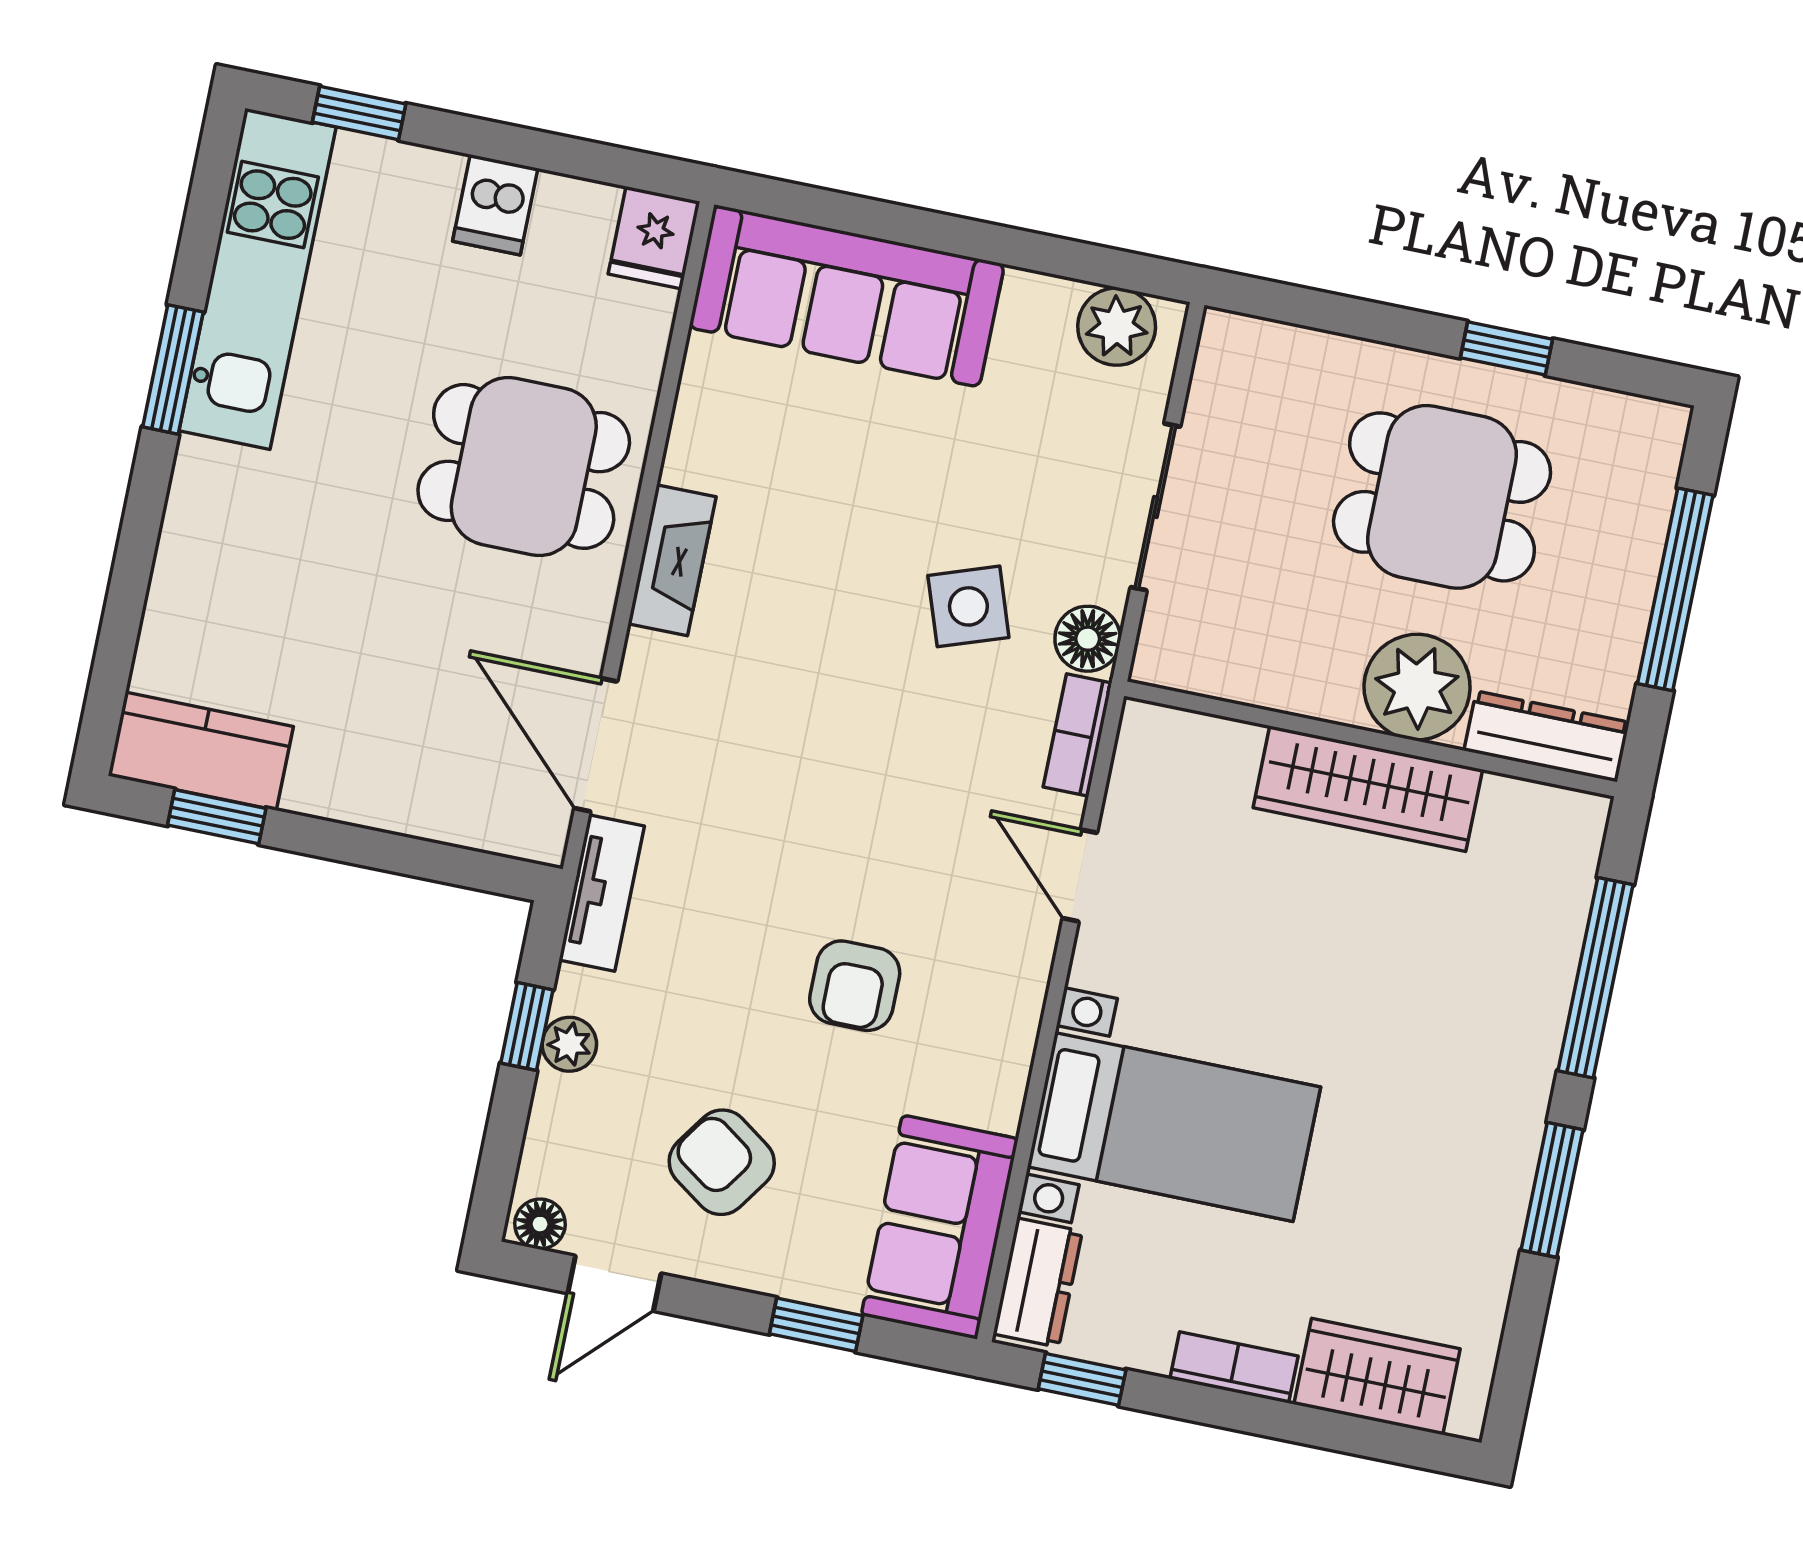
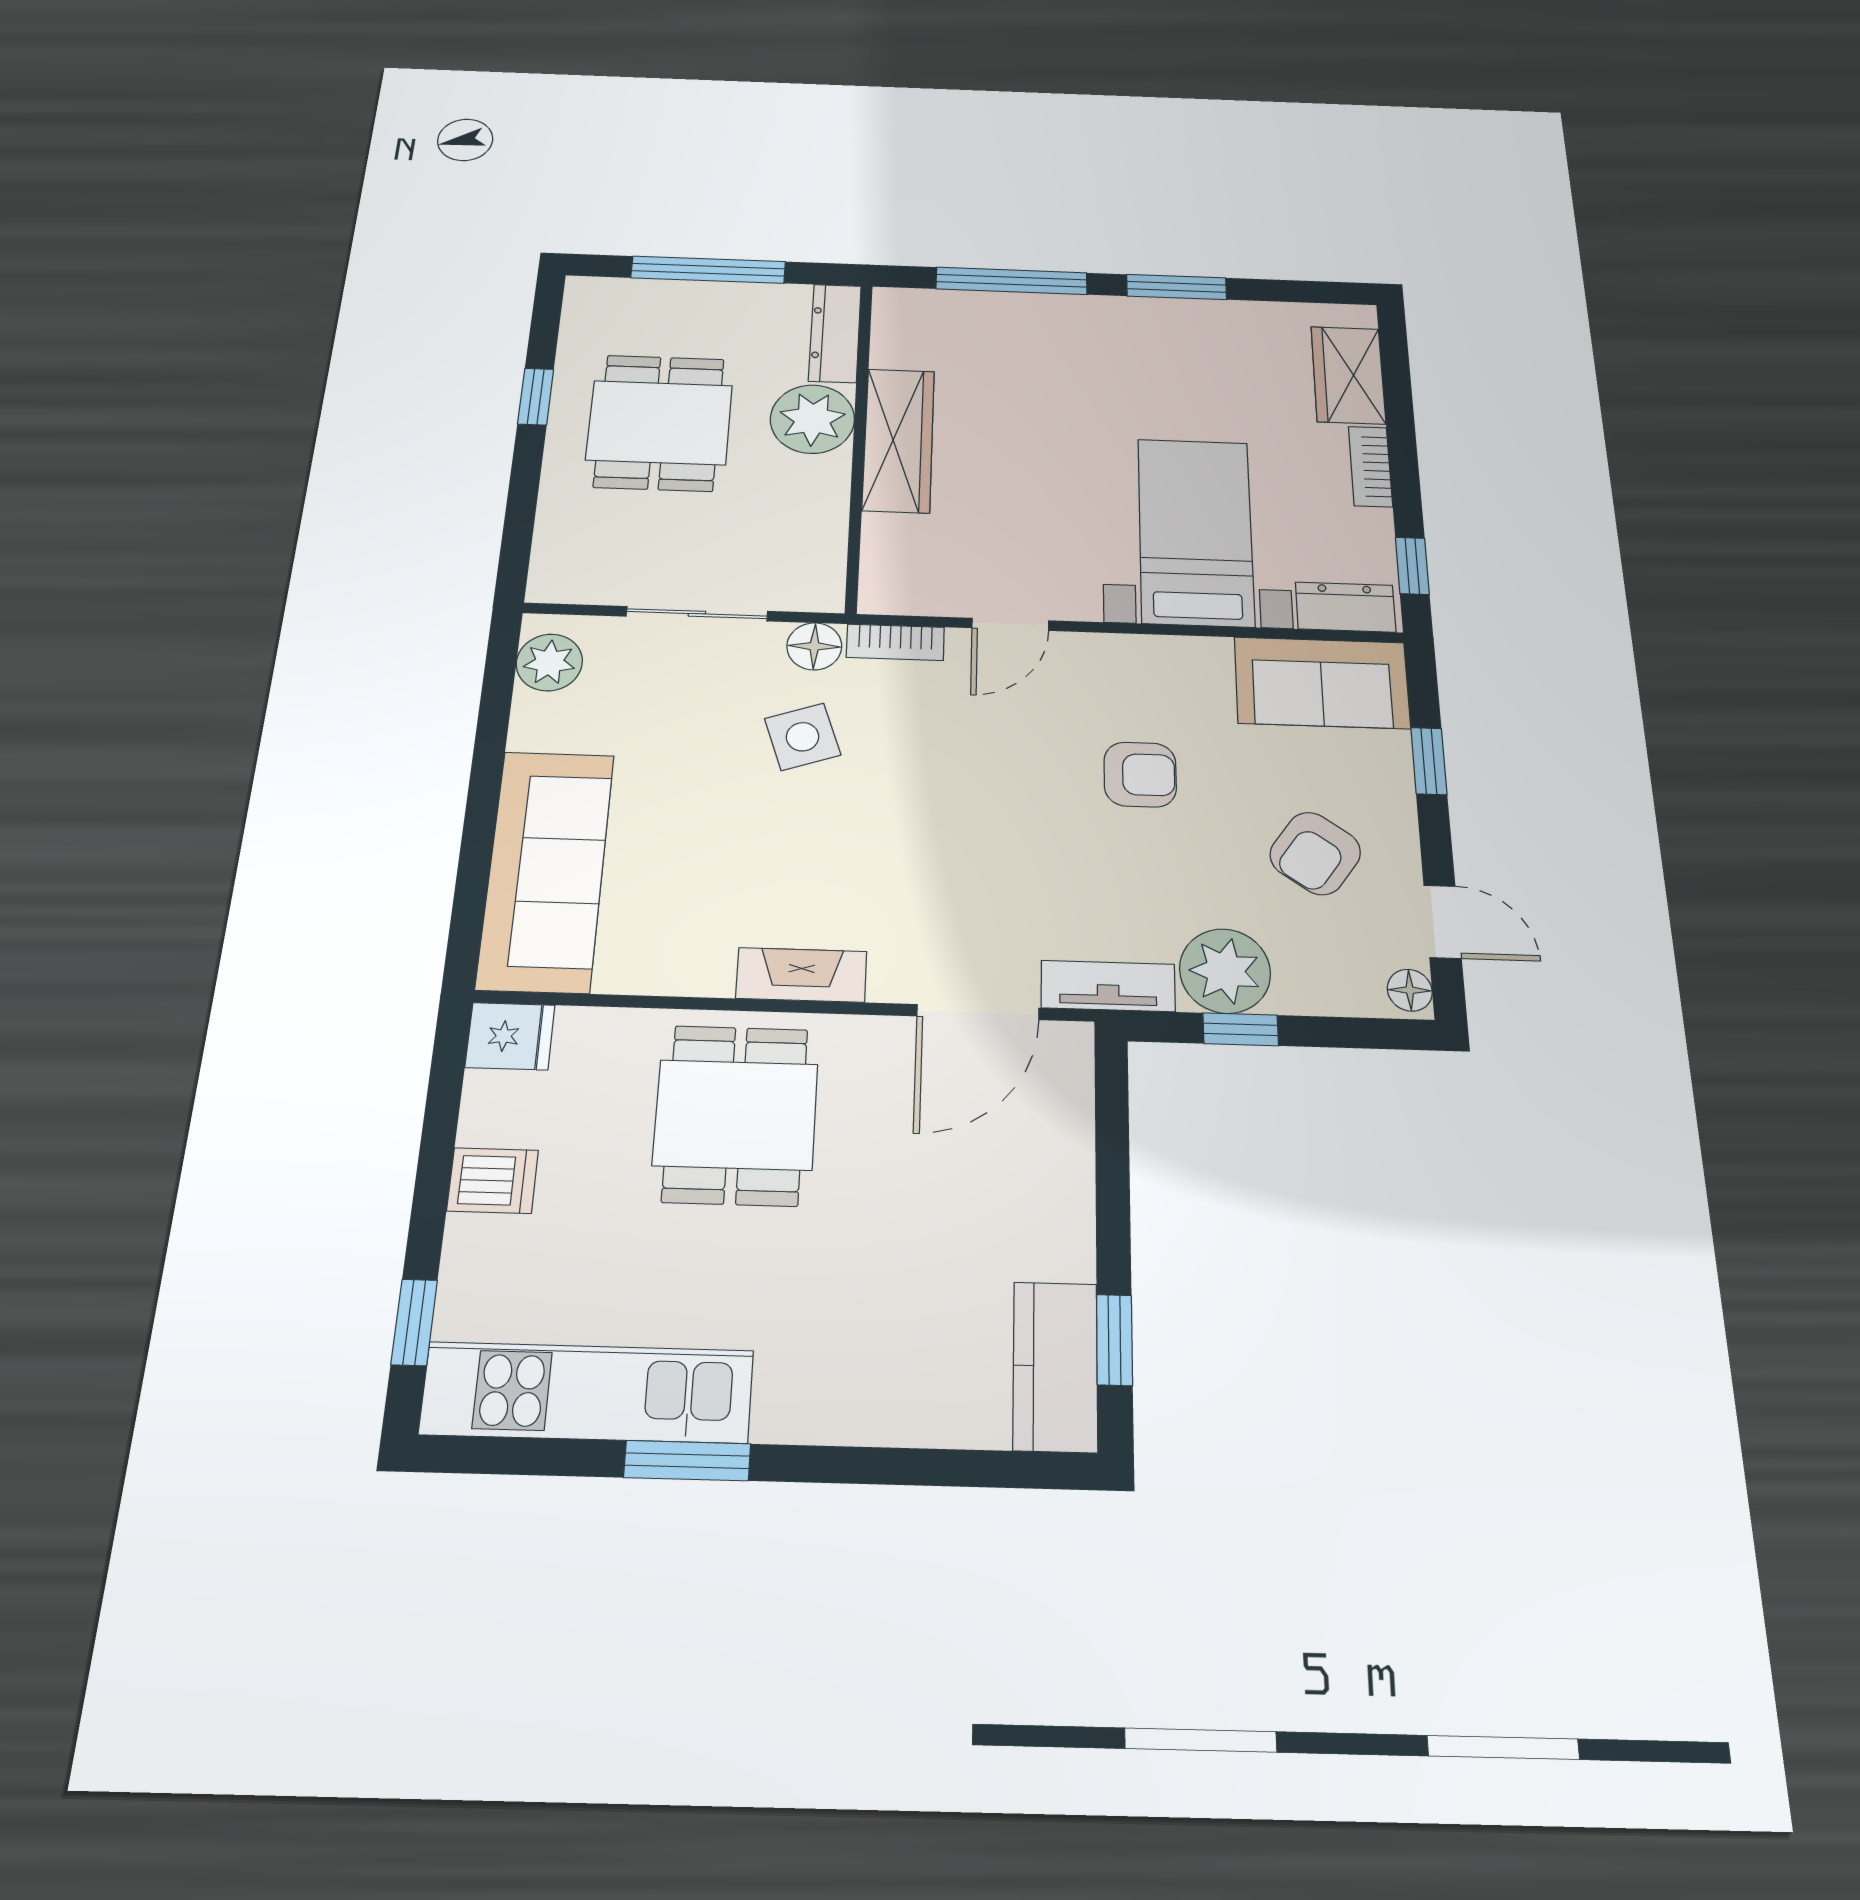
plant: (569, 1044) -> (1225, 971), width x1.88, depth x1.88

